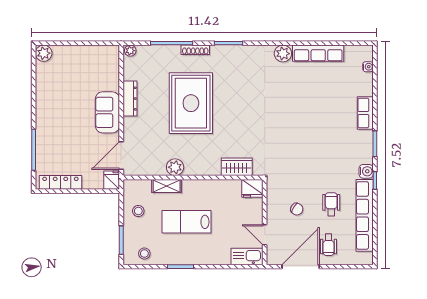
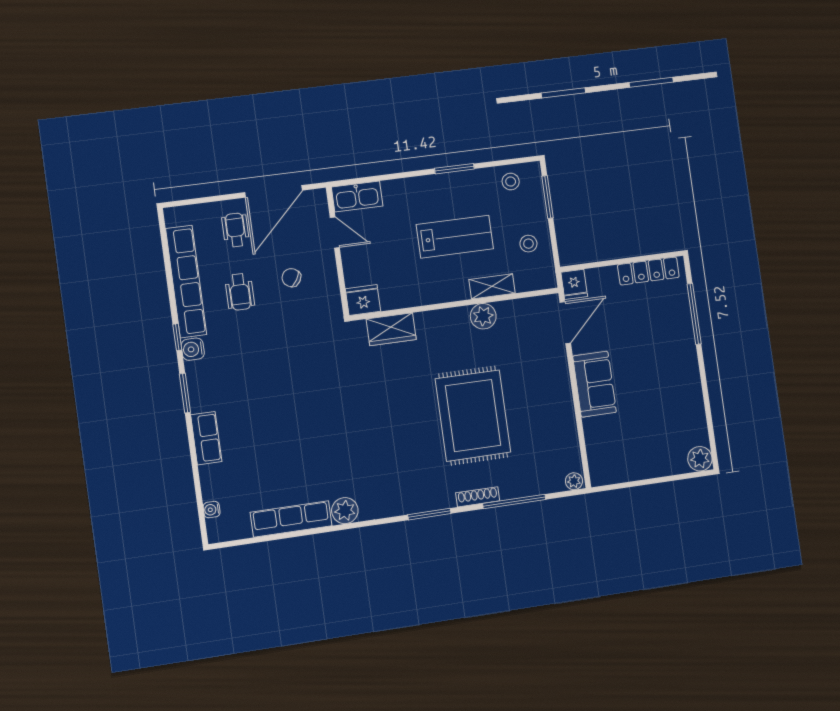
dresser: (130, 99) -> (564, 409), removed

